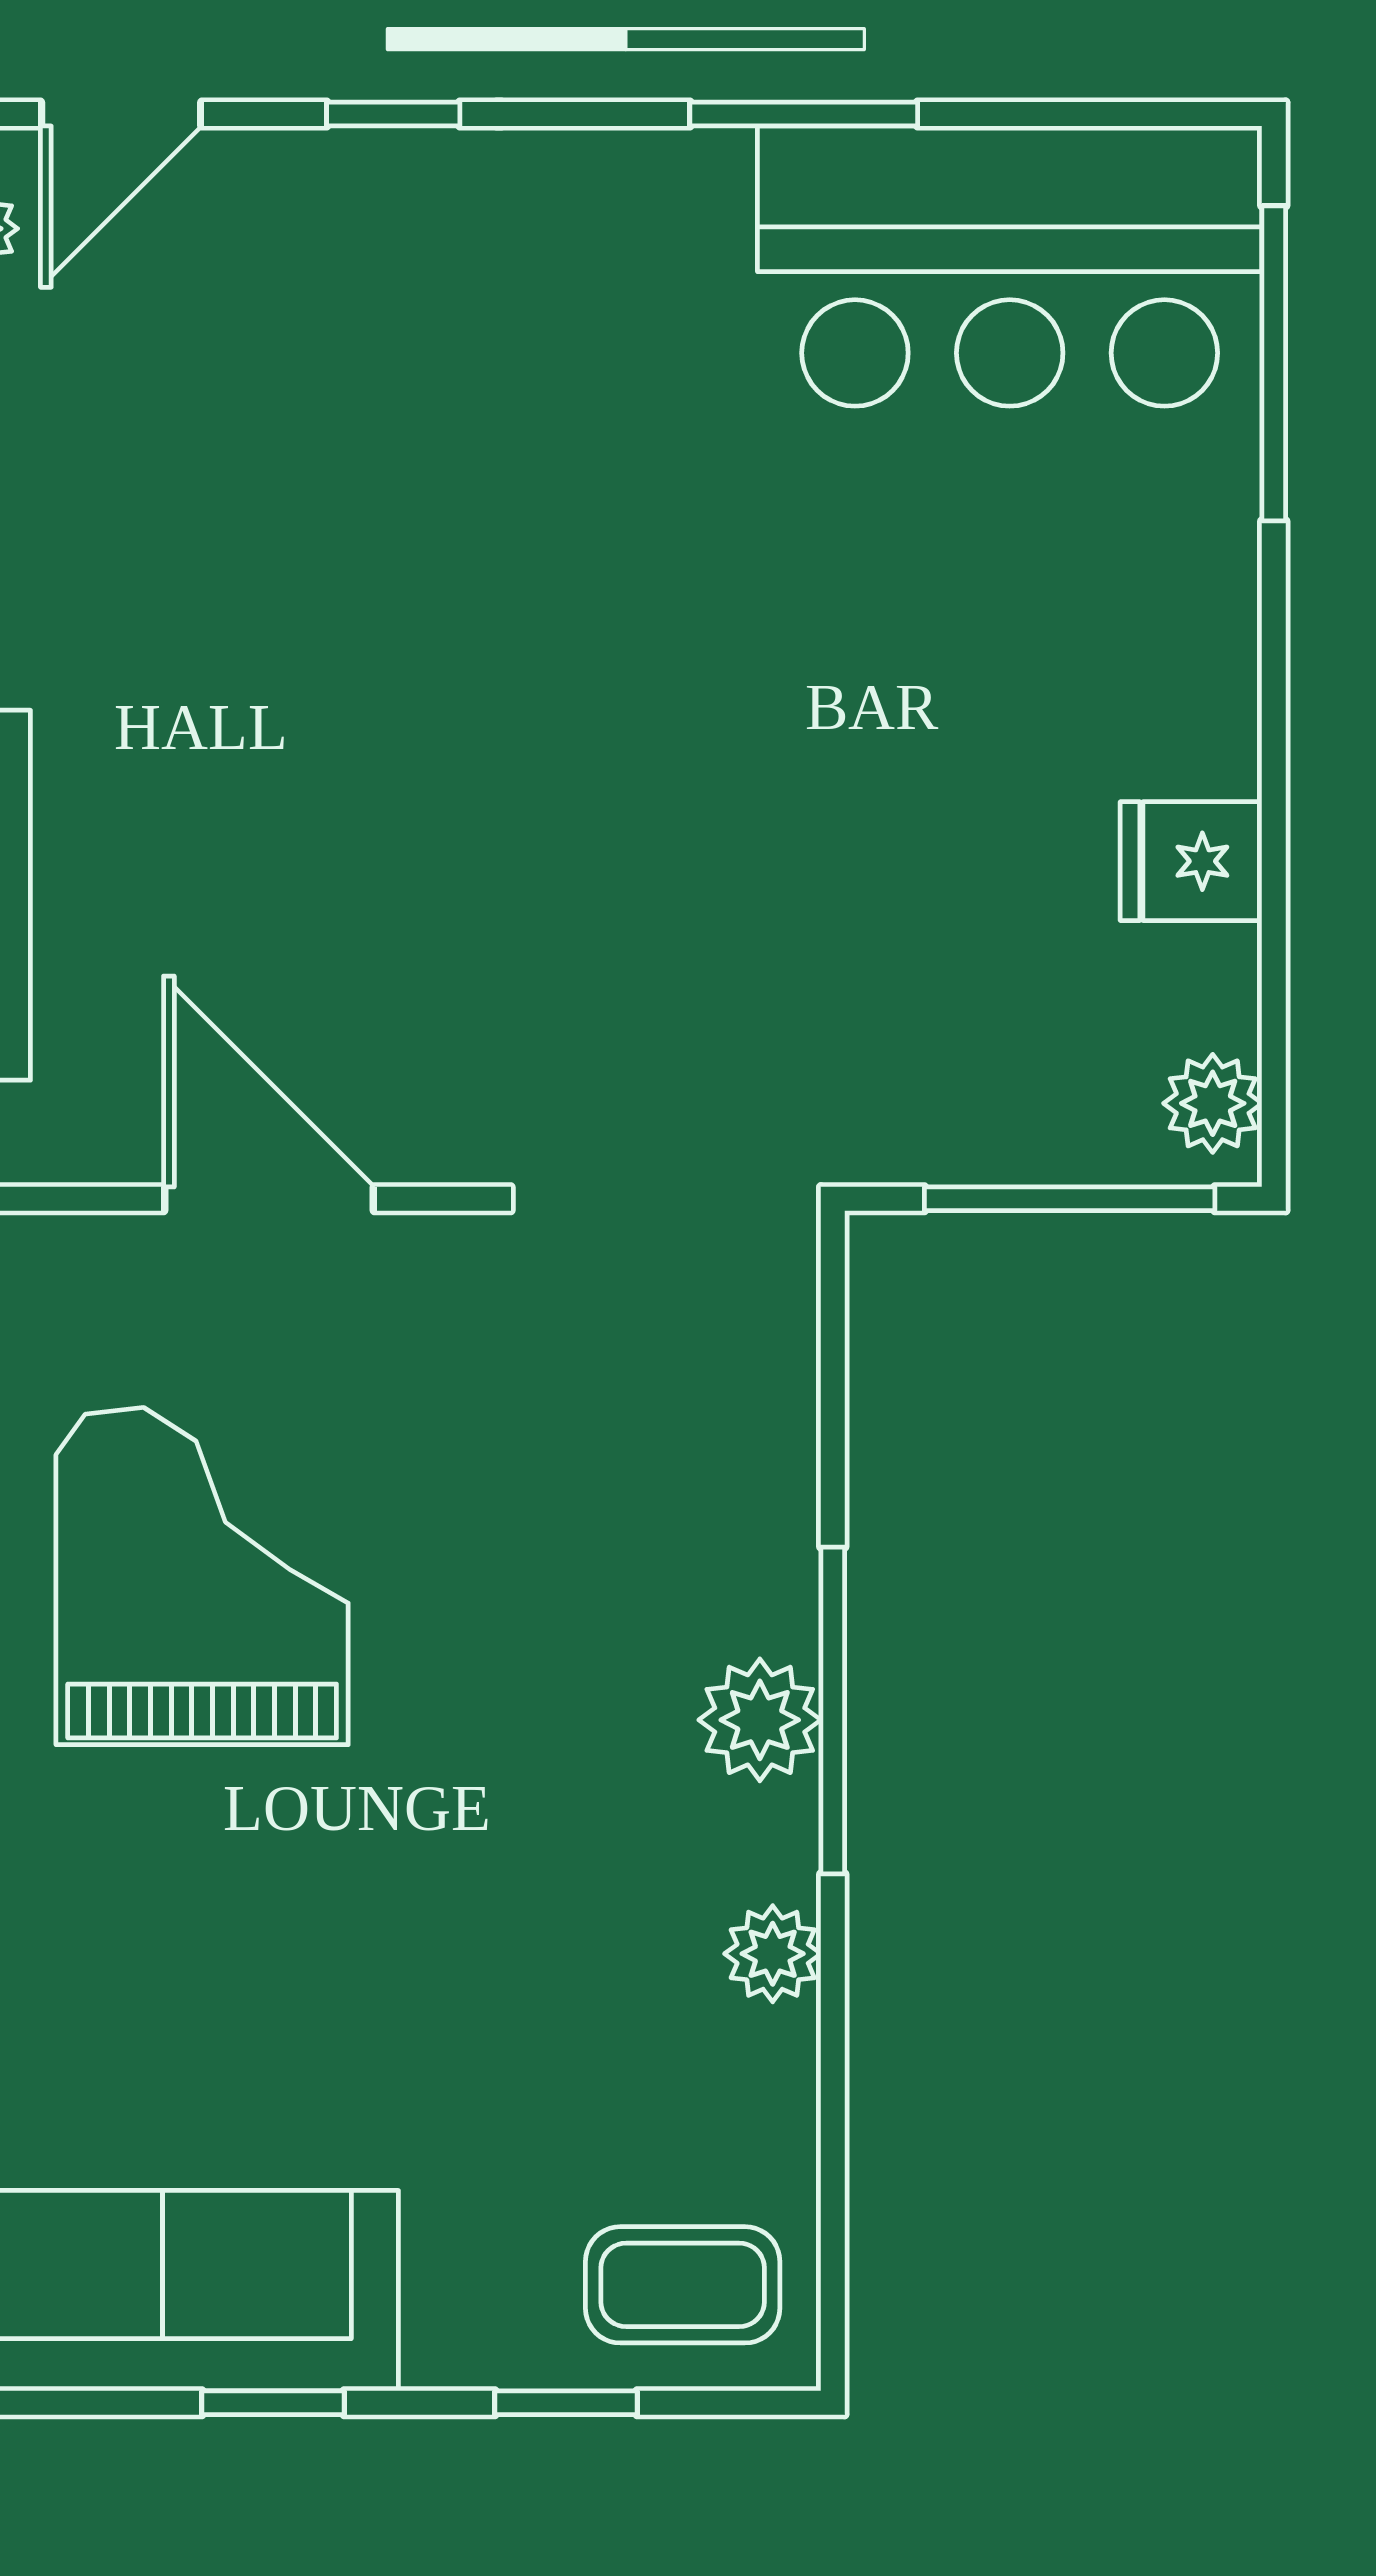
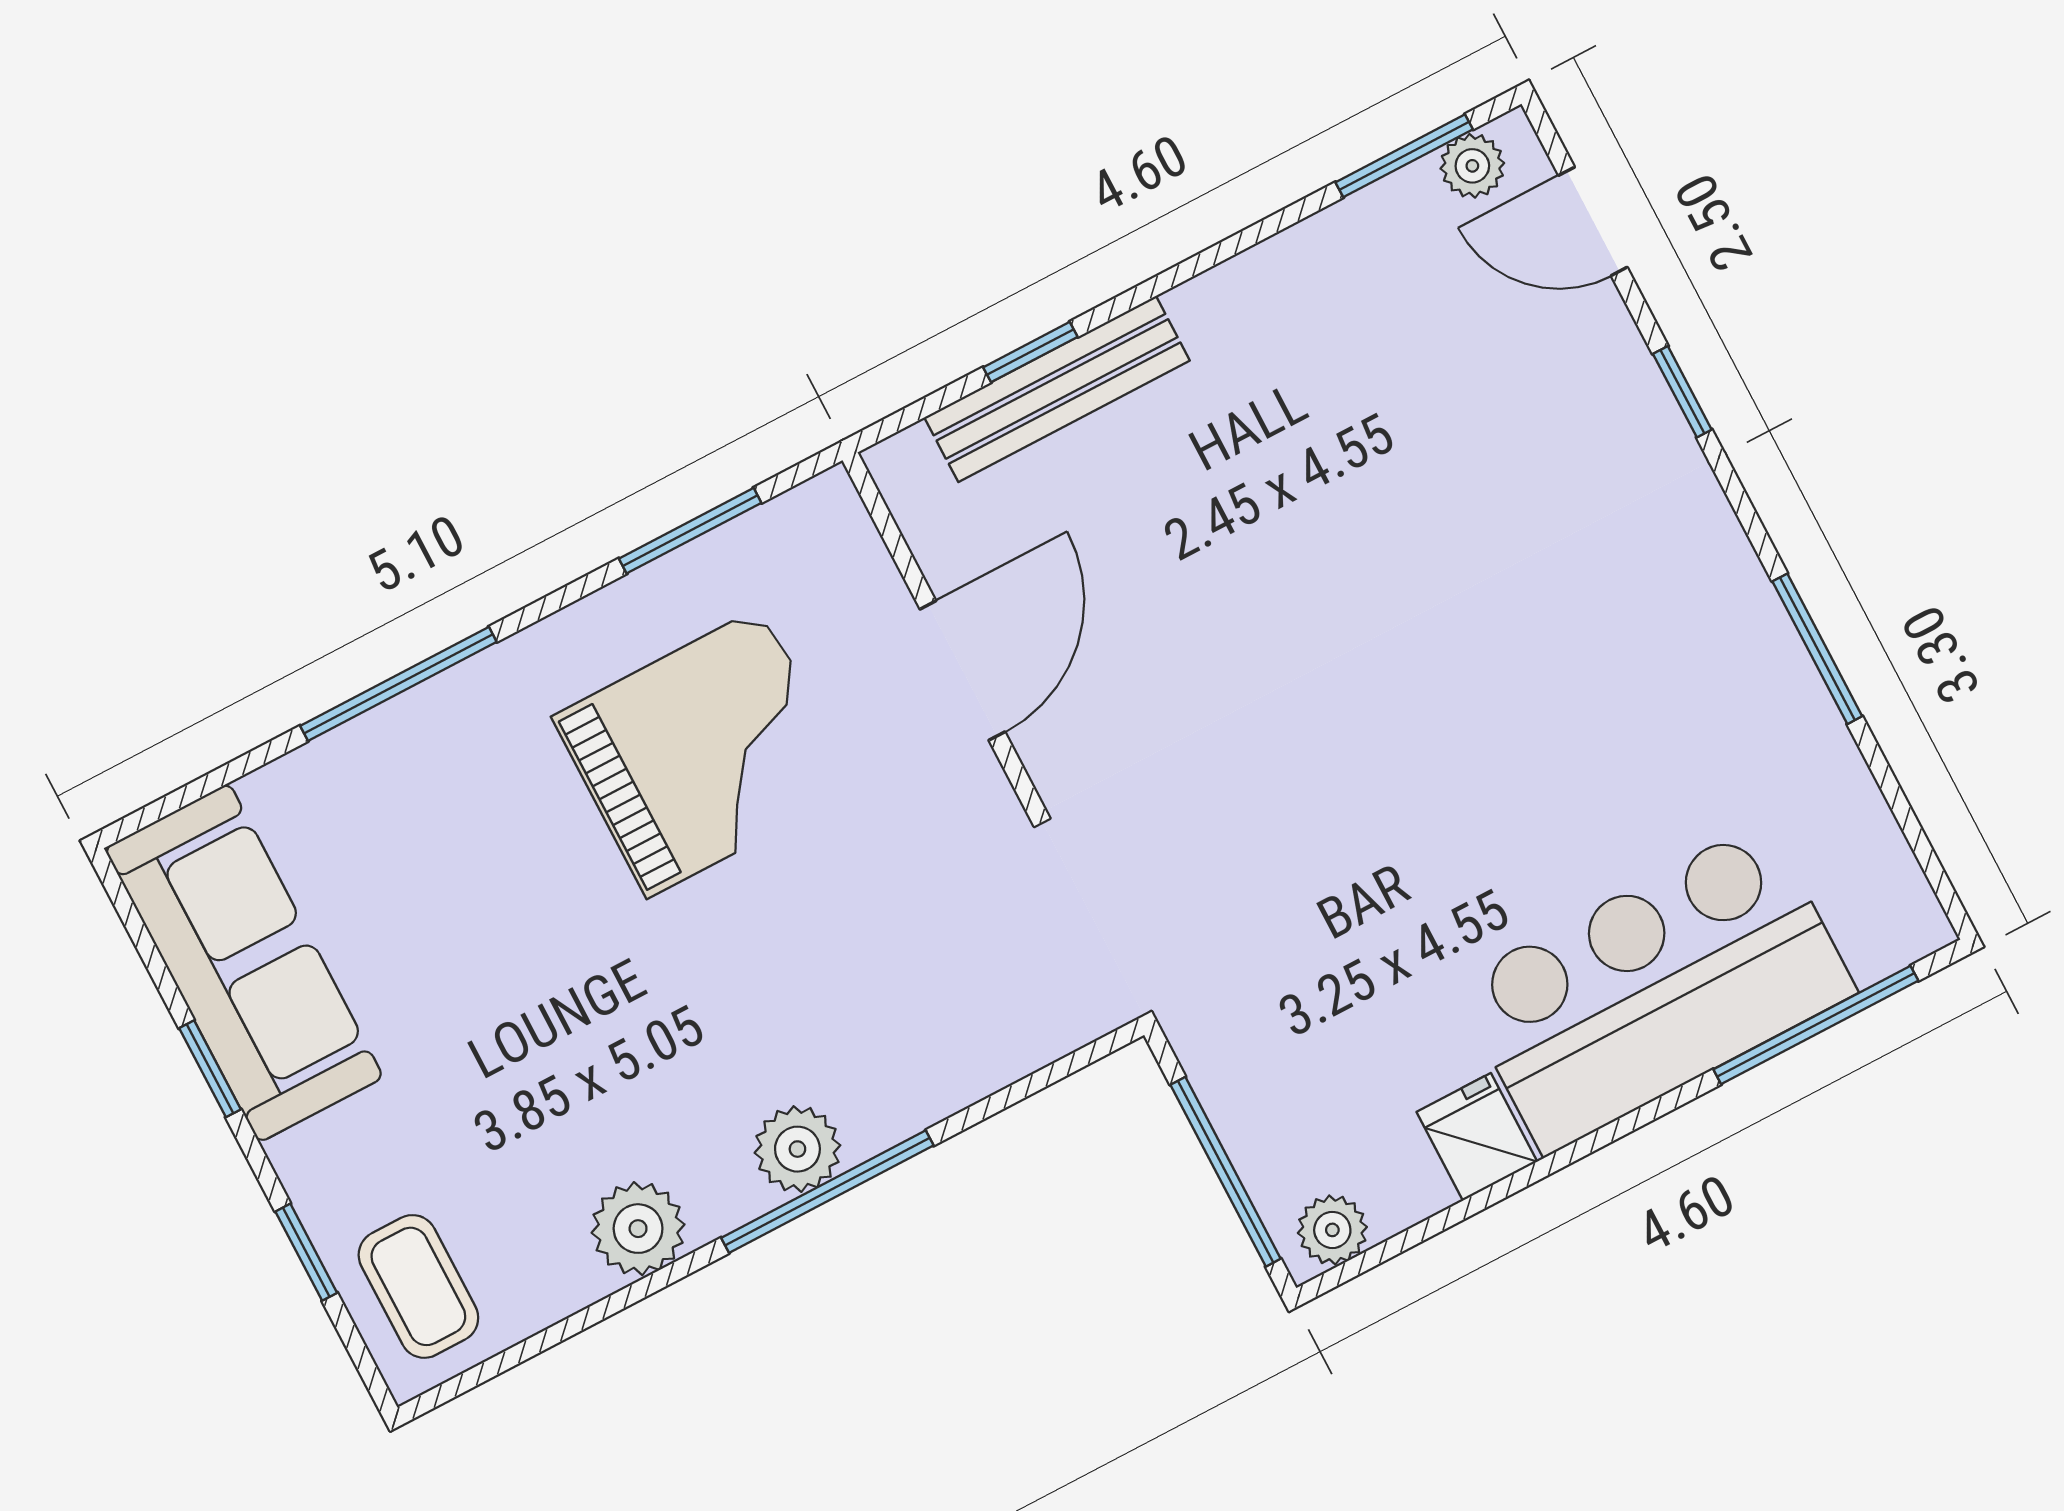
bar counter: (1010, 266) -> (1655, 988), moved, turned 90
plant: (773, 1954) -> (638, 1229), width x1.38, depth x1.38

